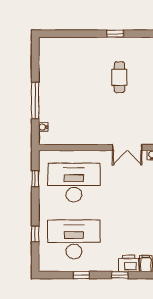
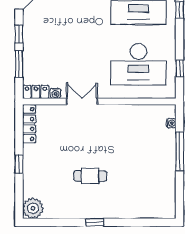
cafe table: (119, 77) -> (90, 176), turned 90

